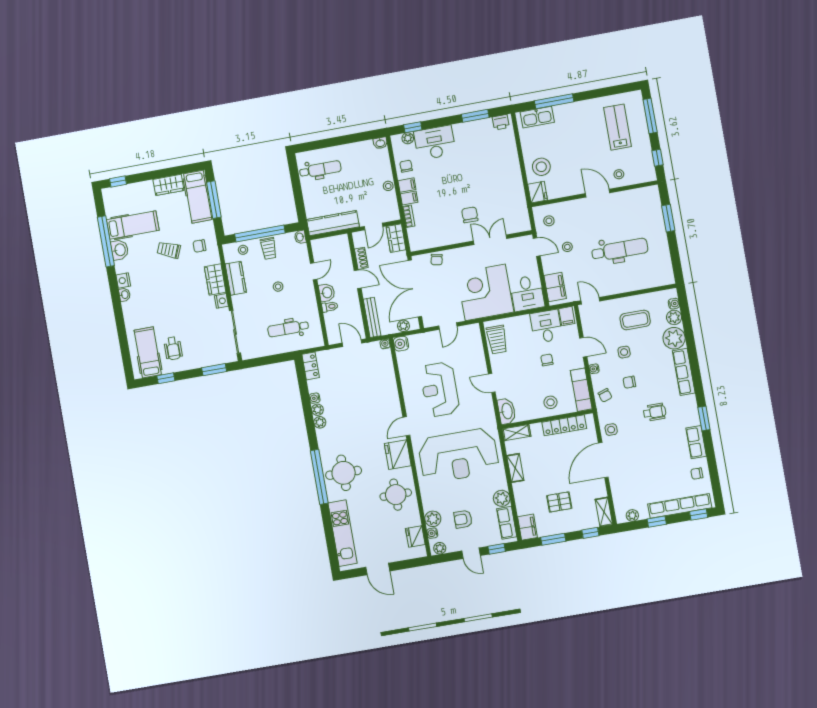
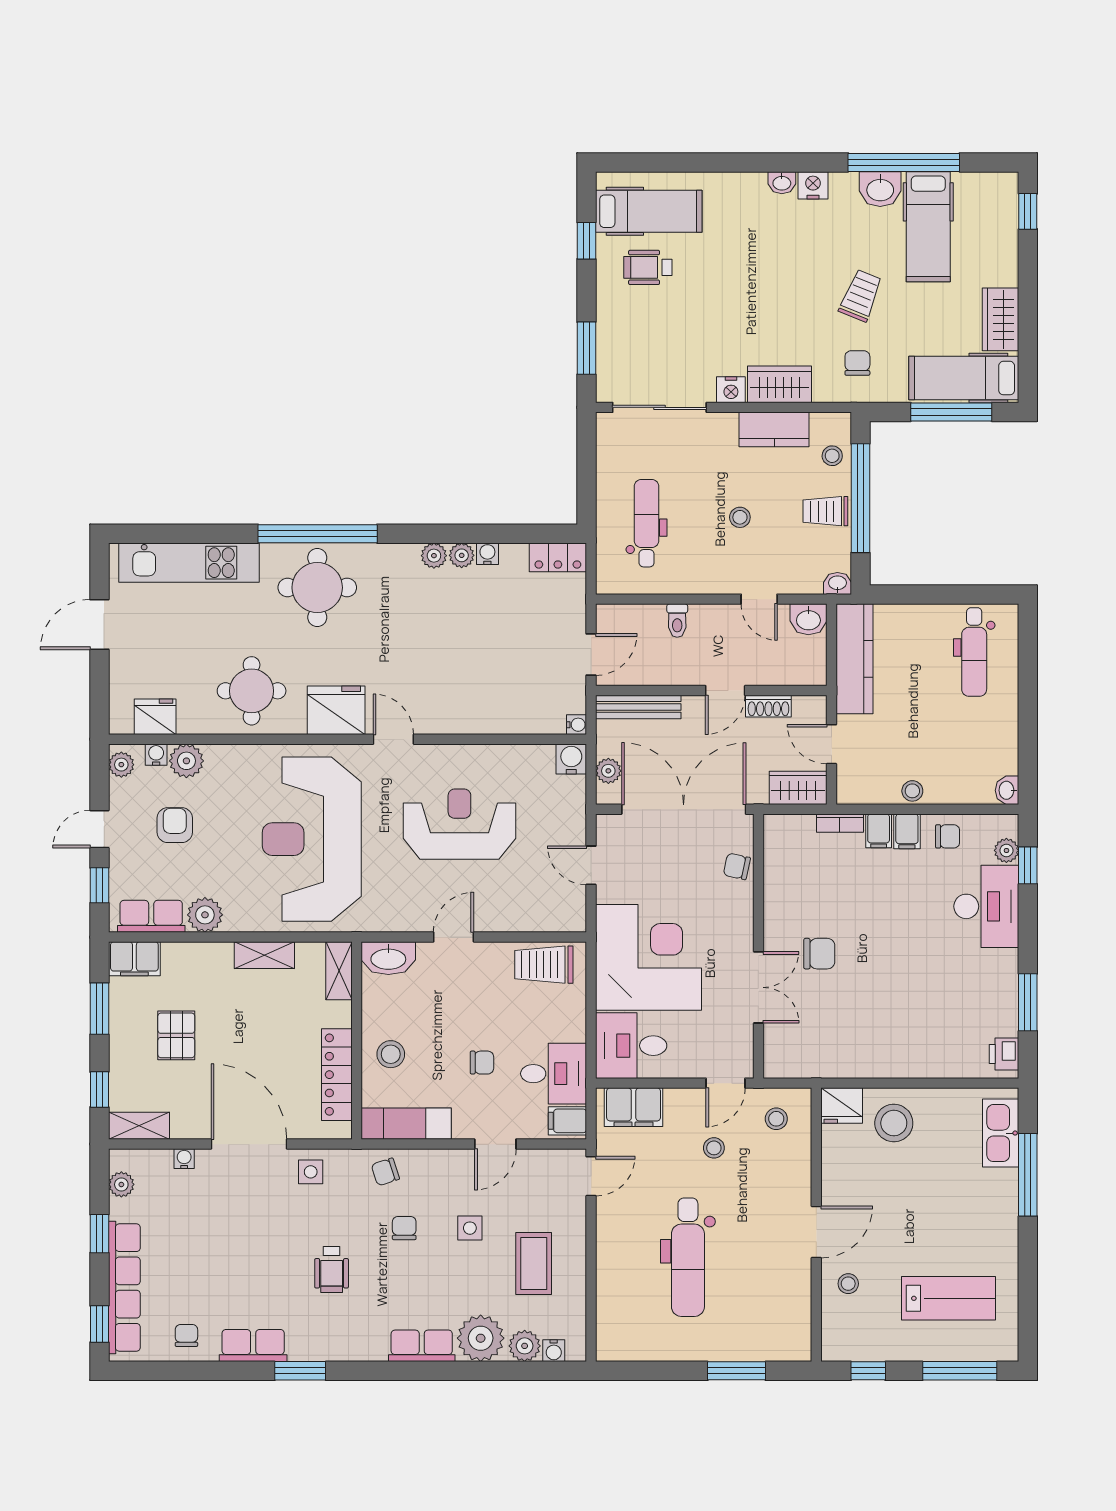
washbasin: (327, 293) -> (808, 619), moved
water cooler: (594, 369) -> (184, 1159), moved
row of seats: (684, 372) -> (422, 1346), width x0.68

